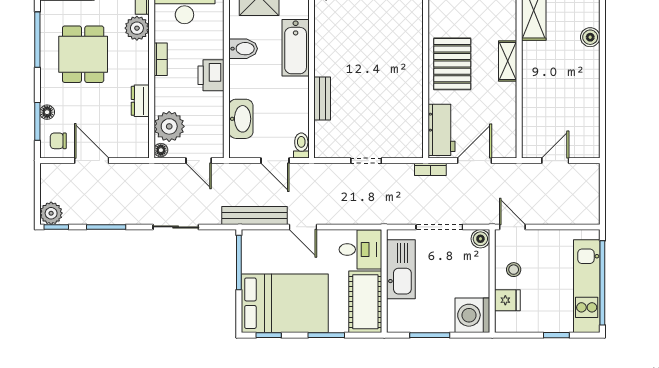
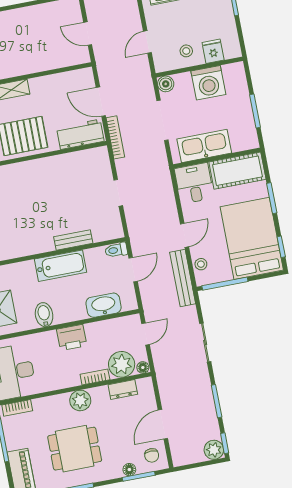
plant: (137, 28) -> (80, 400), moved
bathtub: (296, 48) -> (60, 266), moved
bookcase: (161, 59) -> (95, 377), moved
dresser: (140, 101) -> (123, 389), moved
bookcase: (430, 169) -> (115, 137), width x1.56
door: (512, 227) -> (147, 42), moved
stool: (266, 239) -> (201, 264), added
washing machine: (472, 315) -> (208, 83), moved

